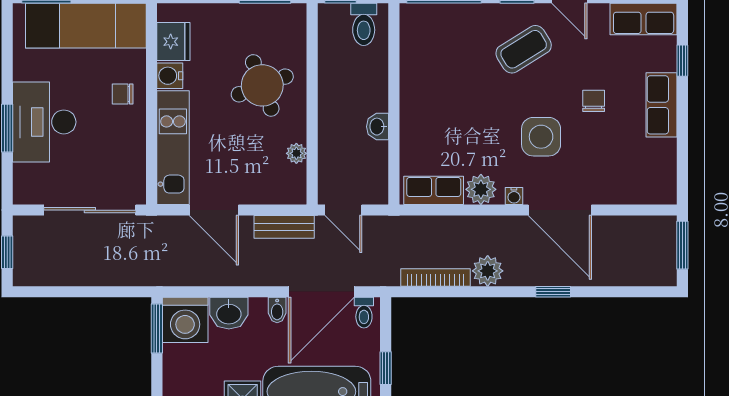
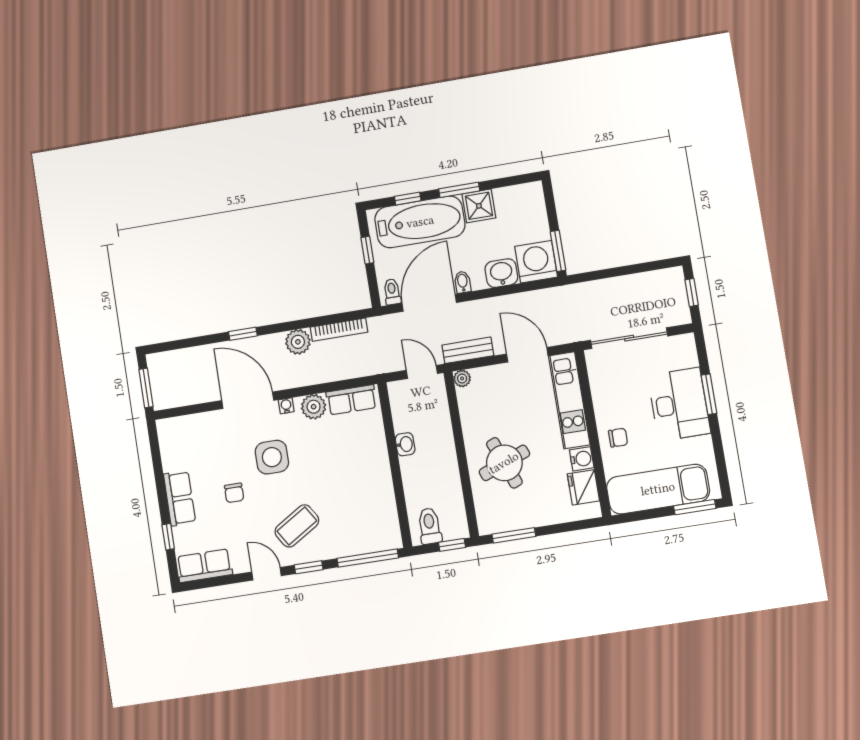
plant: (296, 153) -> (462, 378), moved

